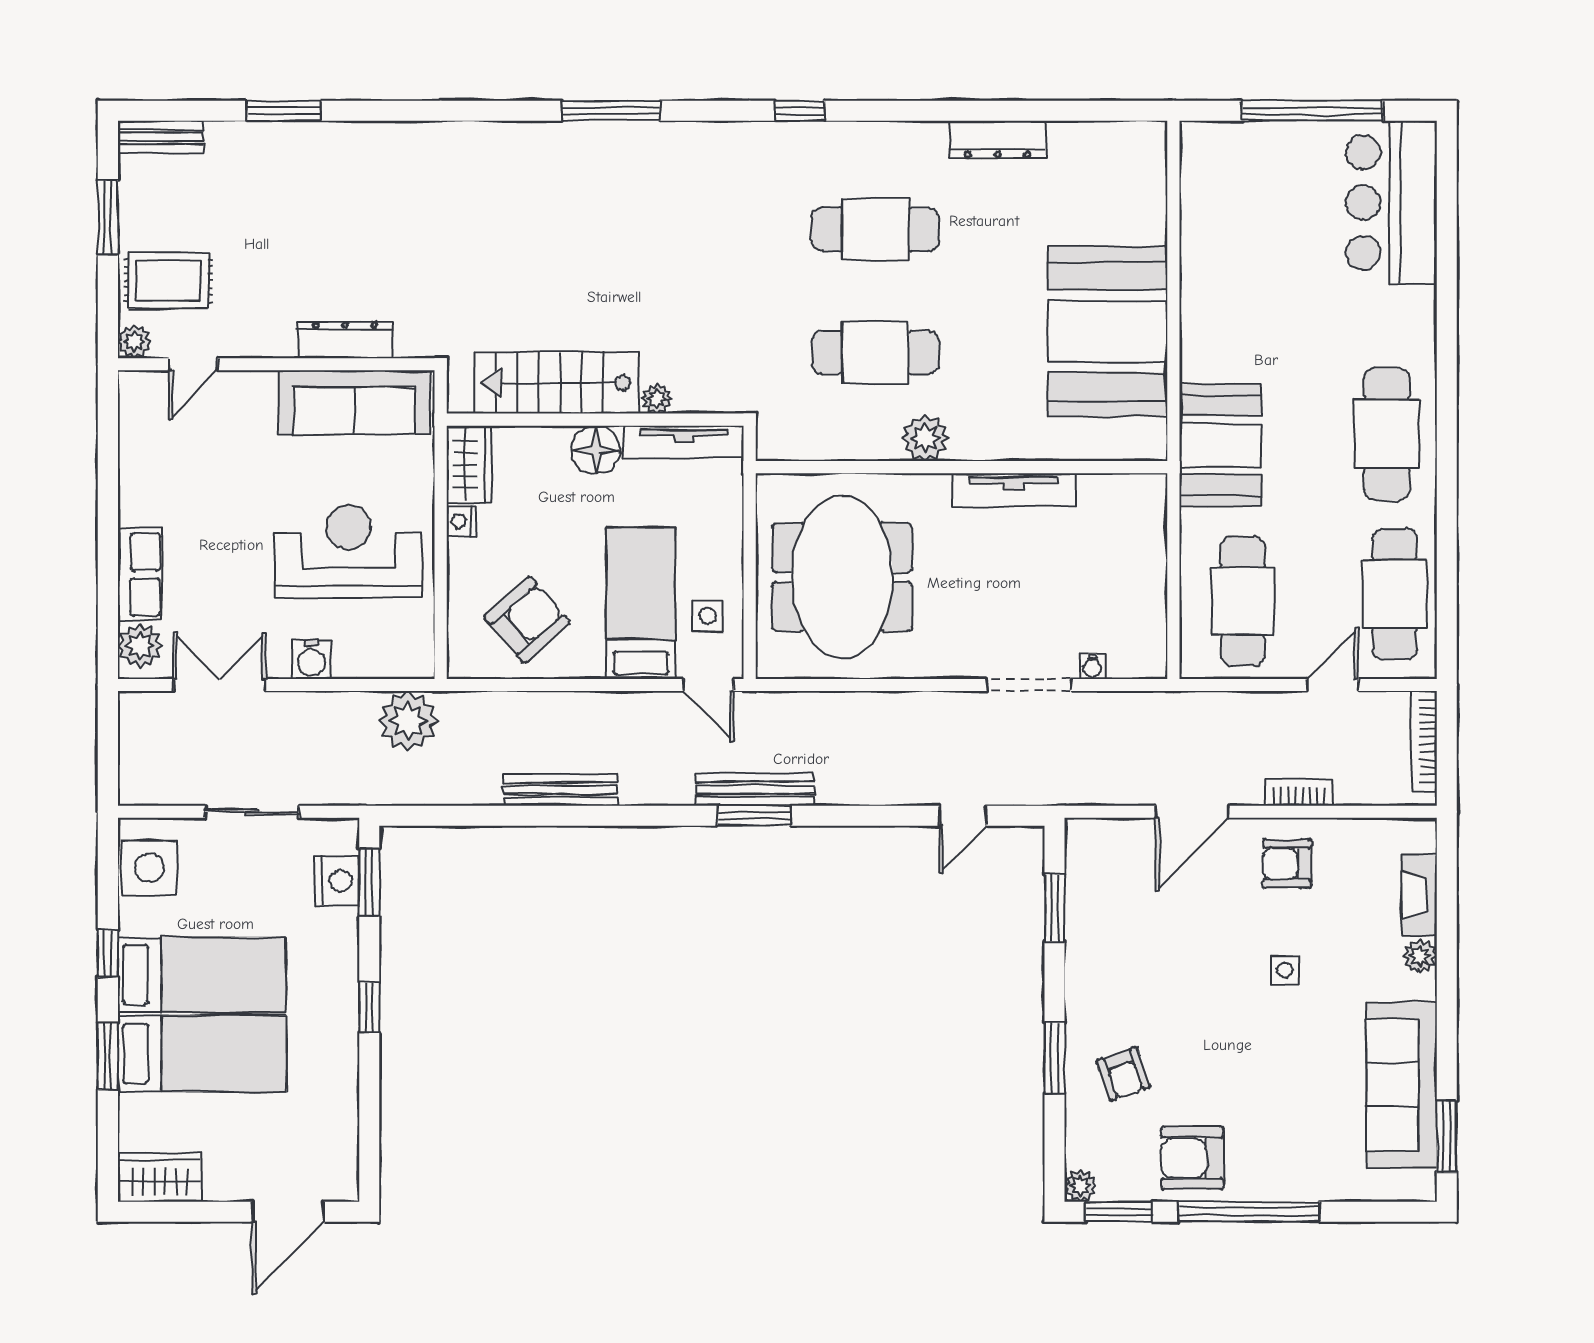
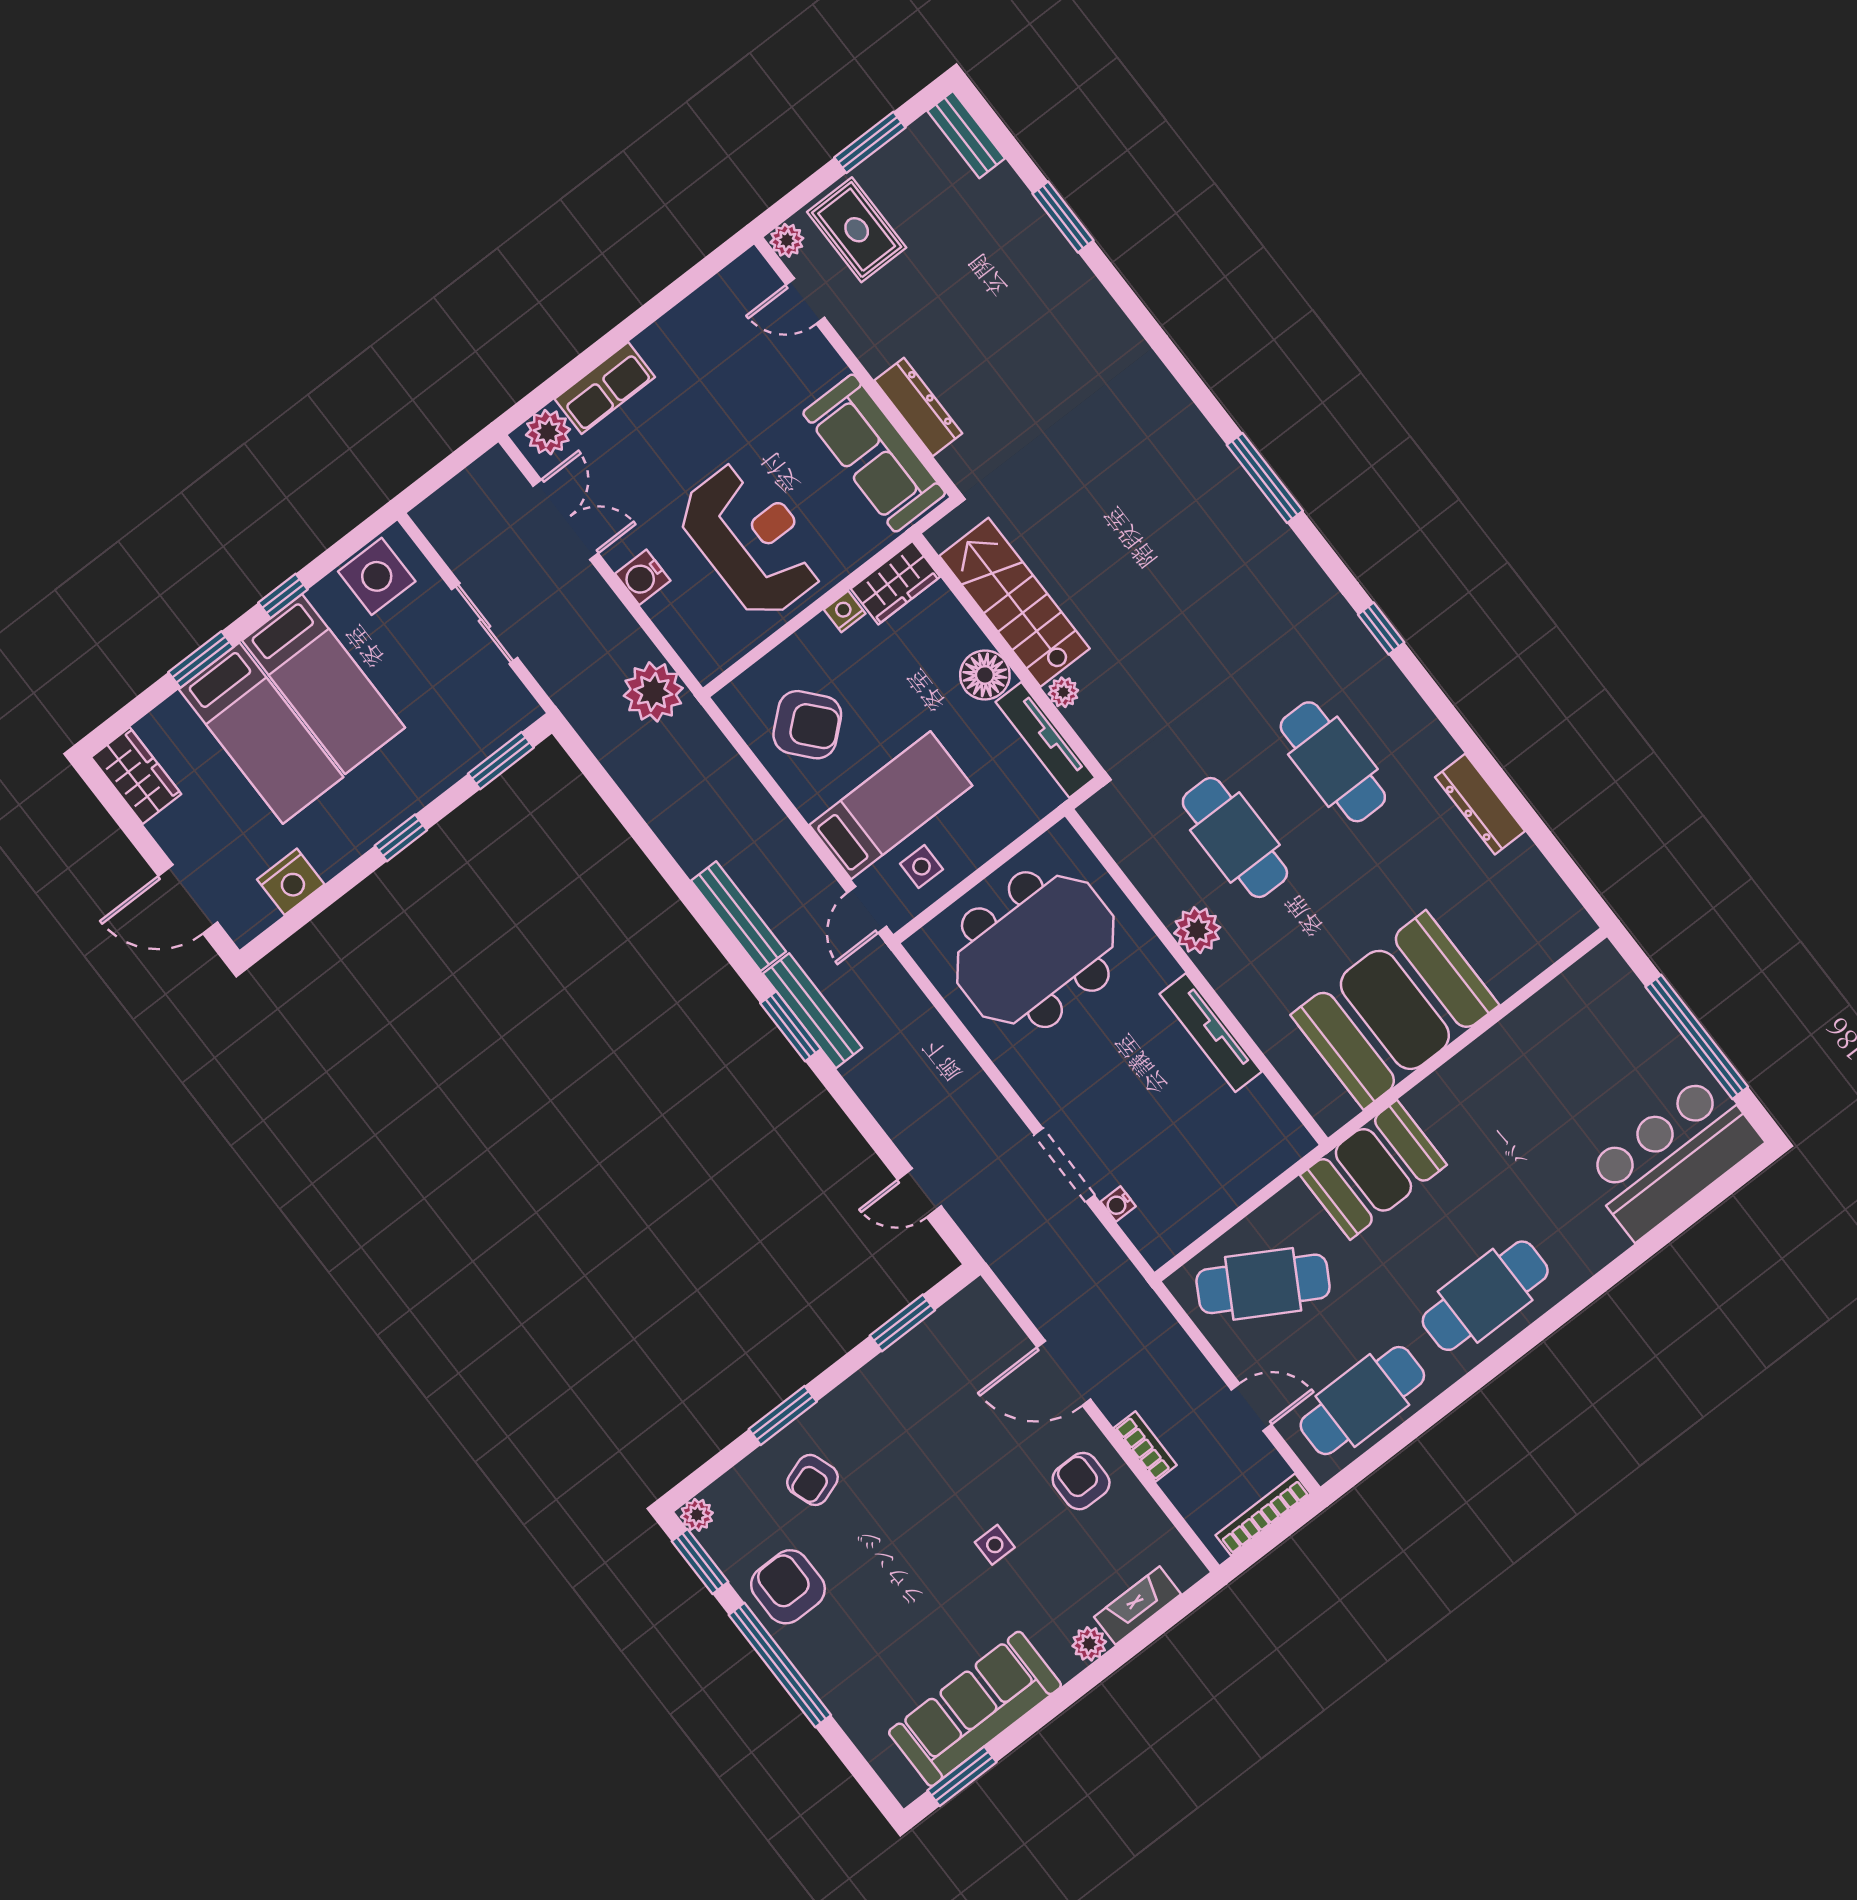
cafe table: (1243, 601) -> (1263, 1284), turned 30
bench: (561, 790) -> (738, 916), moved
nightstand: (337, 881) -> (291, 882), moved

